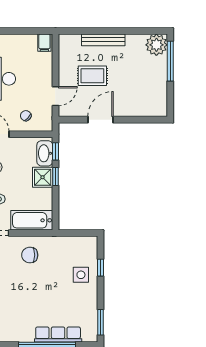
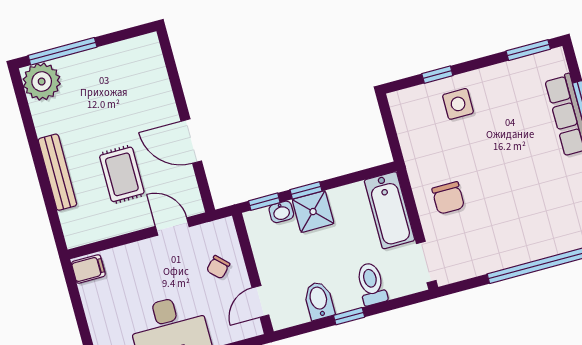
washbasin: (45, 153) -> (281, 212), width x0.52, depth x0.69

